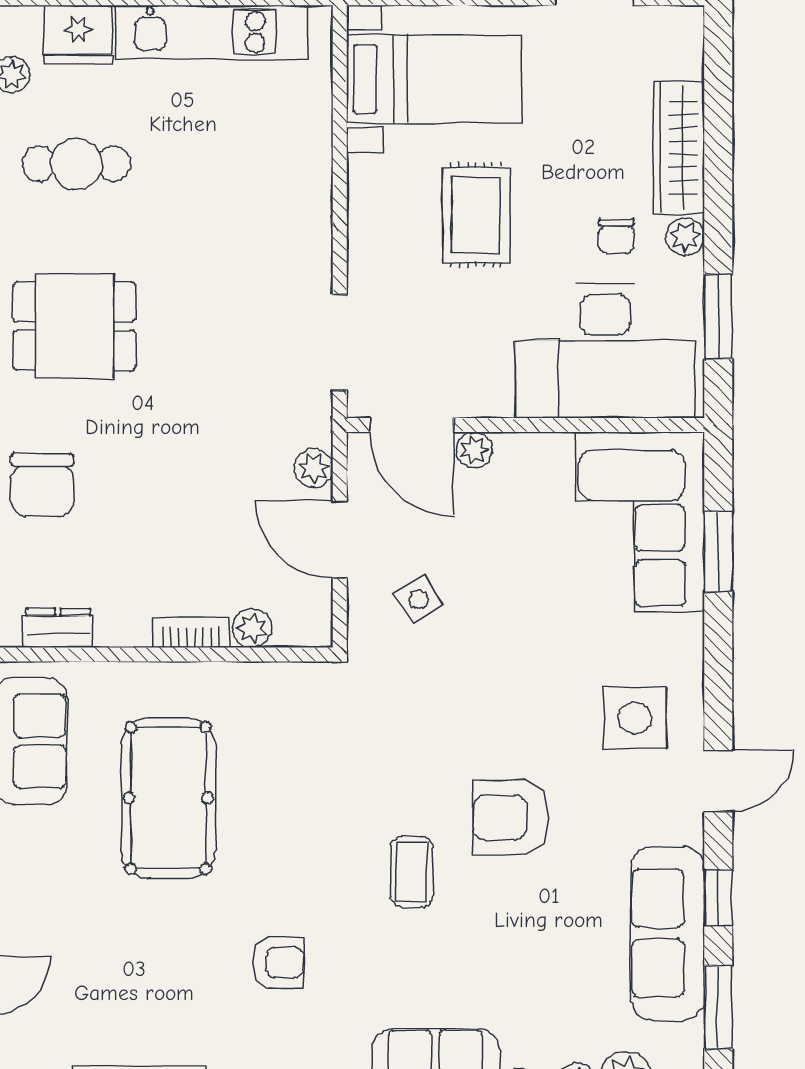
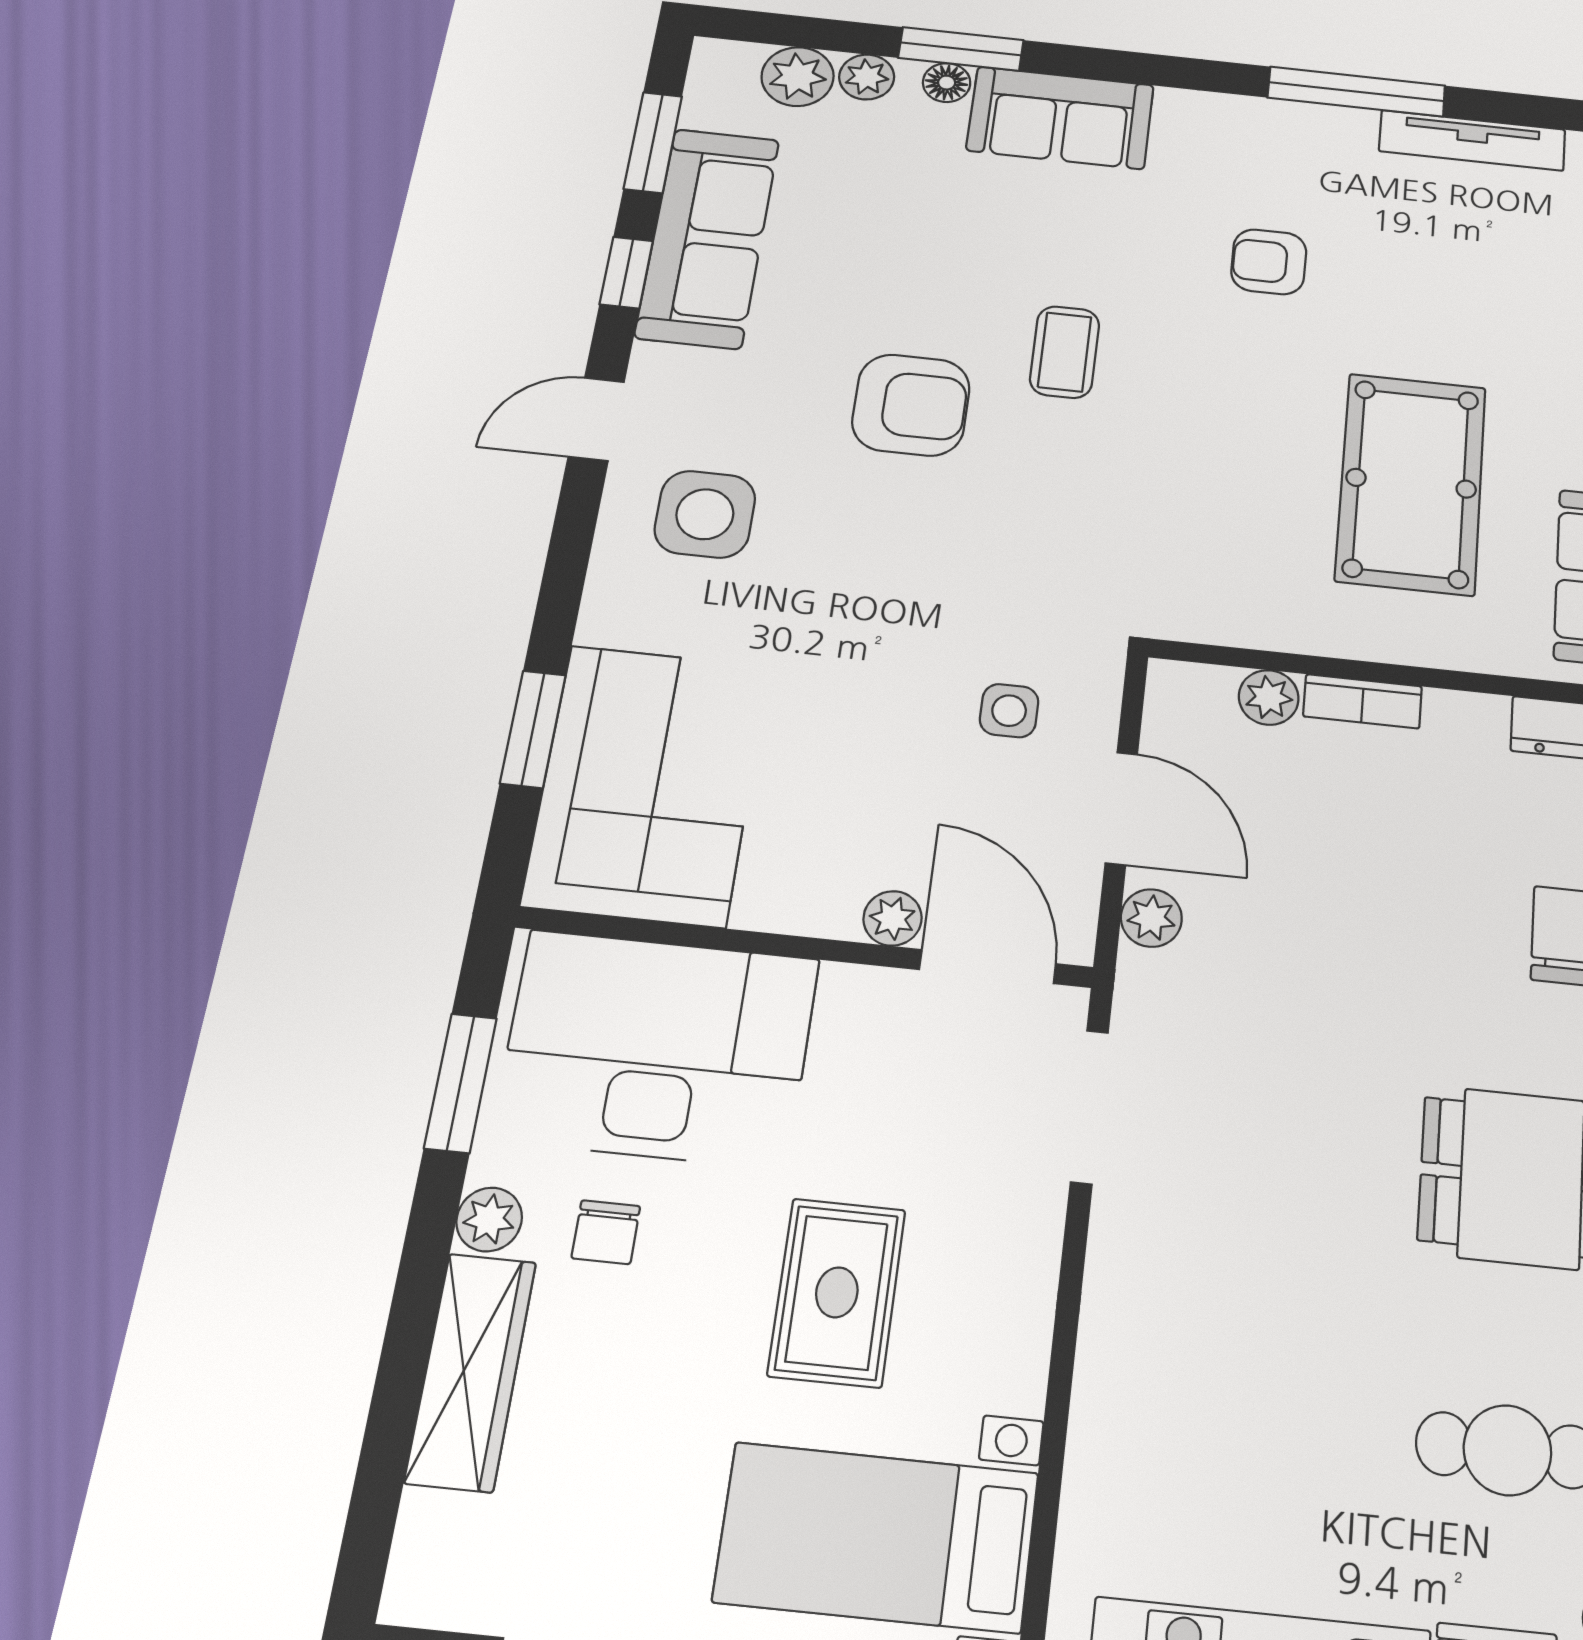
chair: (616, 236) -> (606, 1232), turned 180
side table: (419, 599) -> (1009, 711), turned 31

